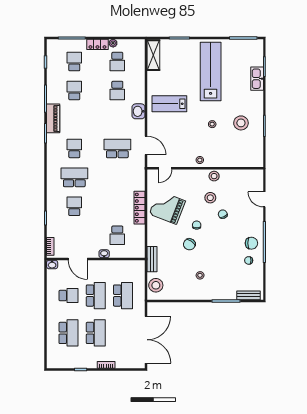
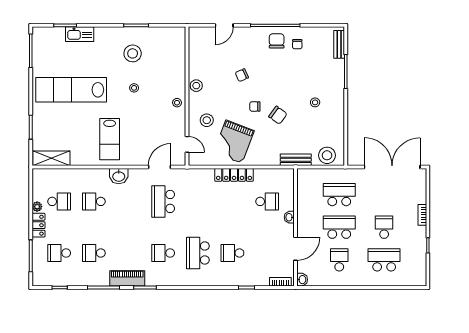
school desk: (117, 91) -> (94, 201), turned 180
stool: (210, 198) -> (207, 120), moved
school desk: (96, 333) -> (384, 227), width x0.54

